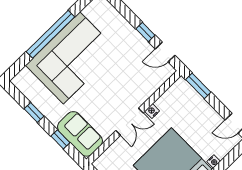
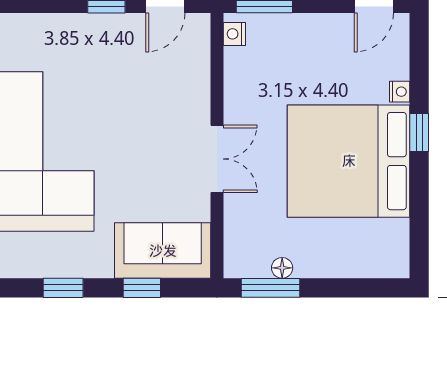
nightstand: (152, 111) -> (234, 34), moved

